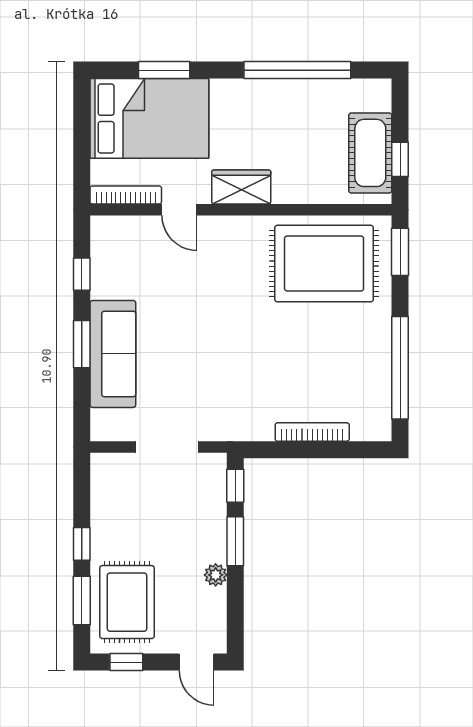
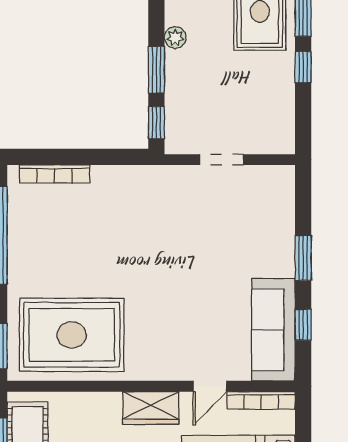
door: (179, 210) -> (210, 386), swing flipped
sofa: (113, 354) -> (273, 330), moved
bookcase: (312, 432) -> (54, 174), moved
doorway: (167, 447) -> (221, 160), width x0.73

